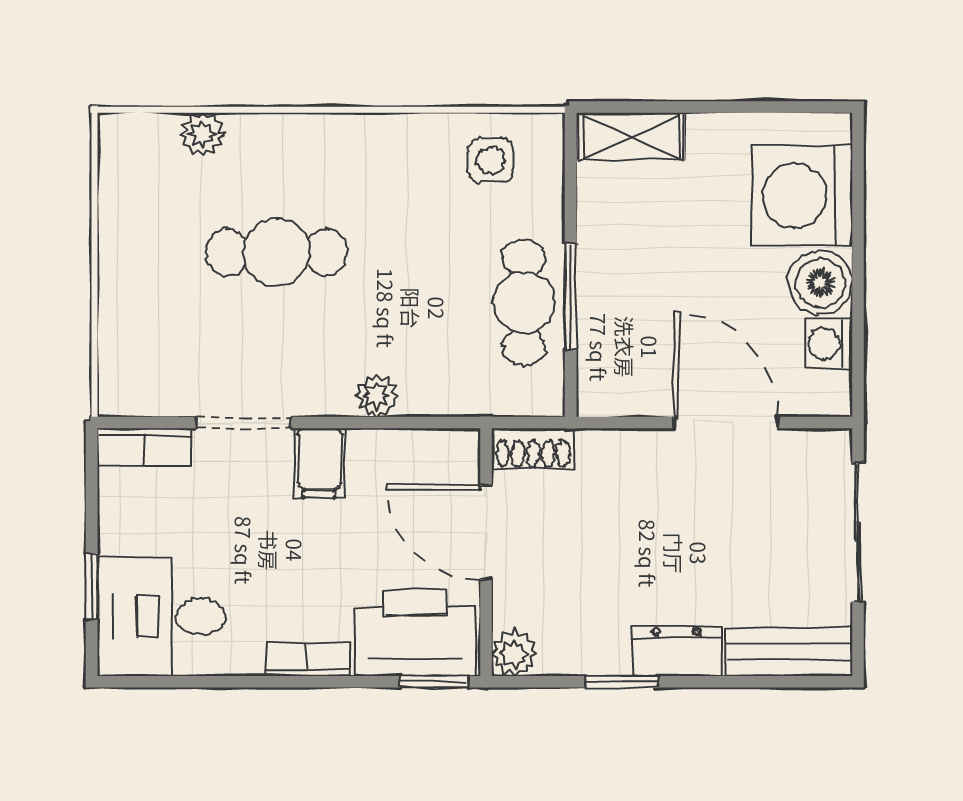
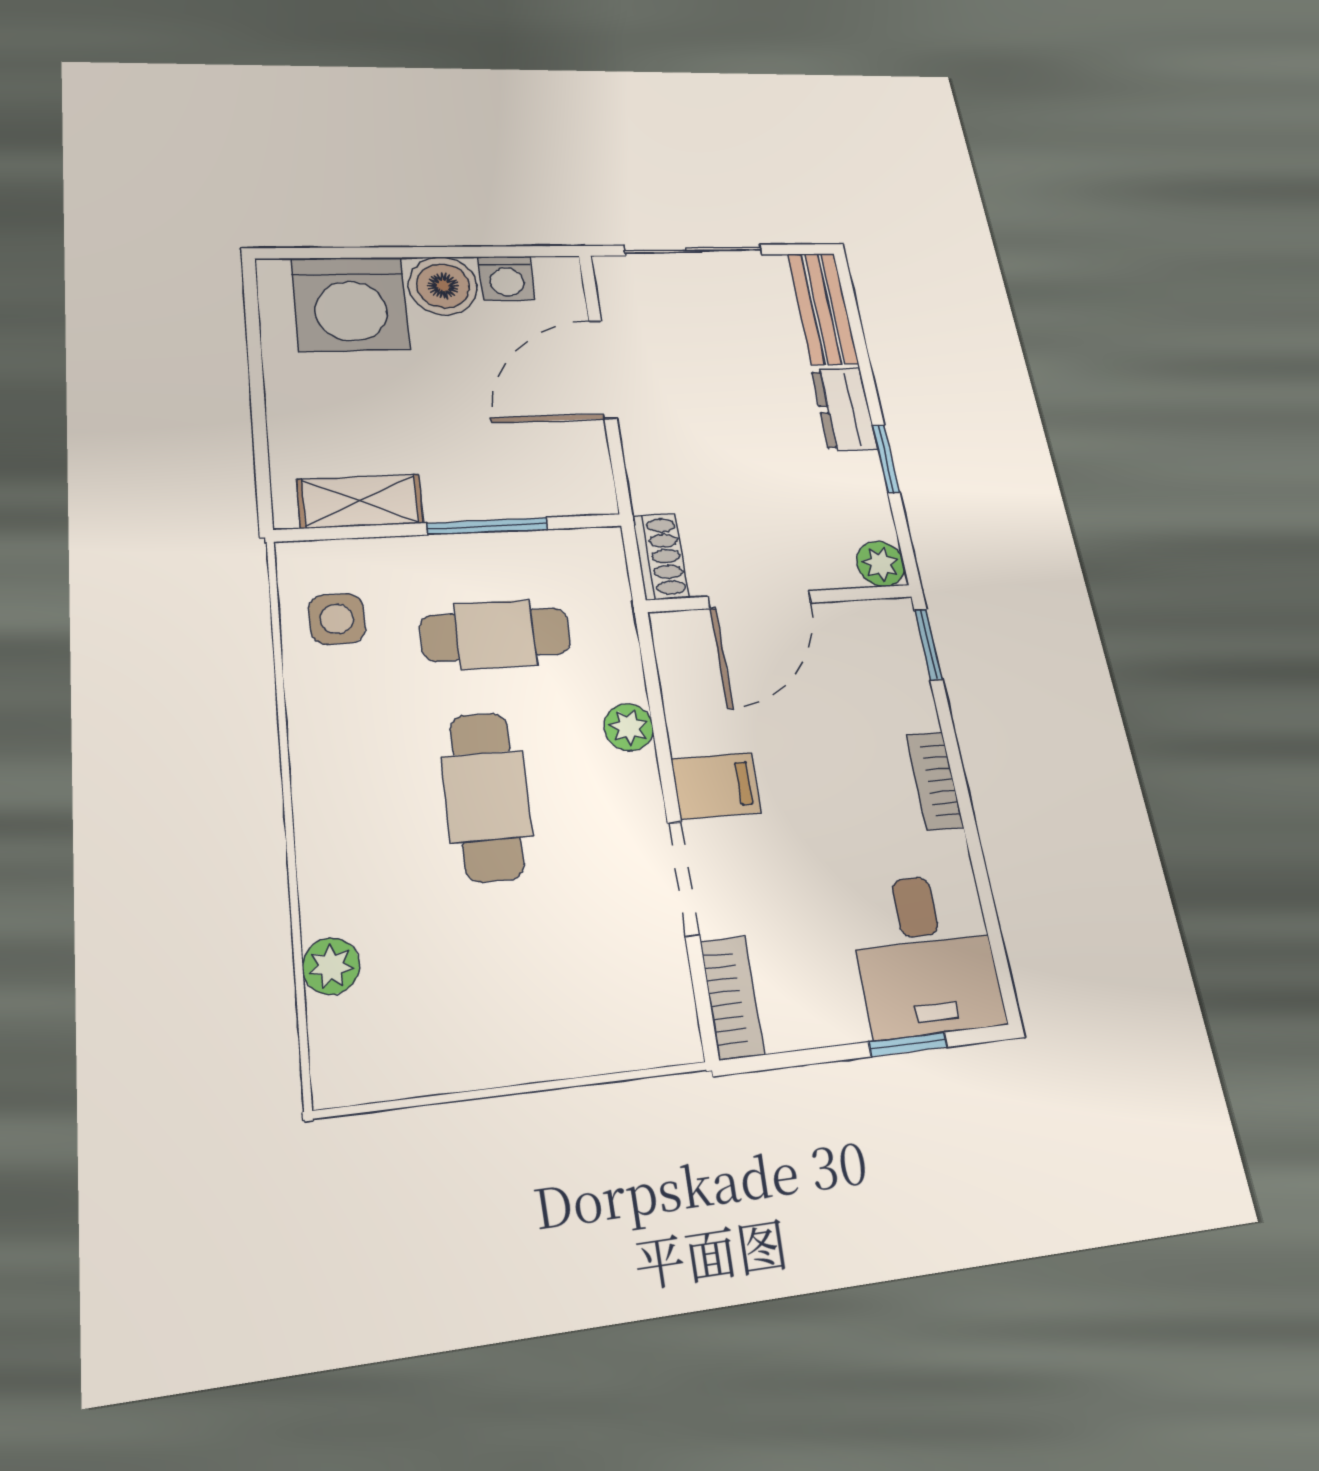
shelving: (632, 136) -> (360, 501), moved, turned 90
cafe table: (277, 252) -> (487, 796), moved
cafe table: (524, 302) -> (496, 634), moved
printer: (415, 633) -> (882, 667), removed

